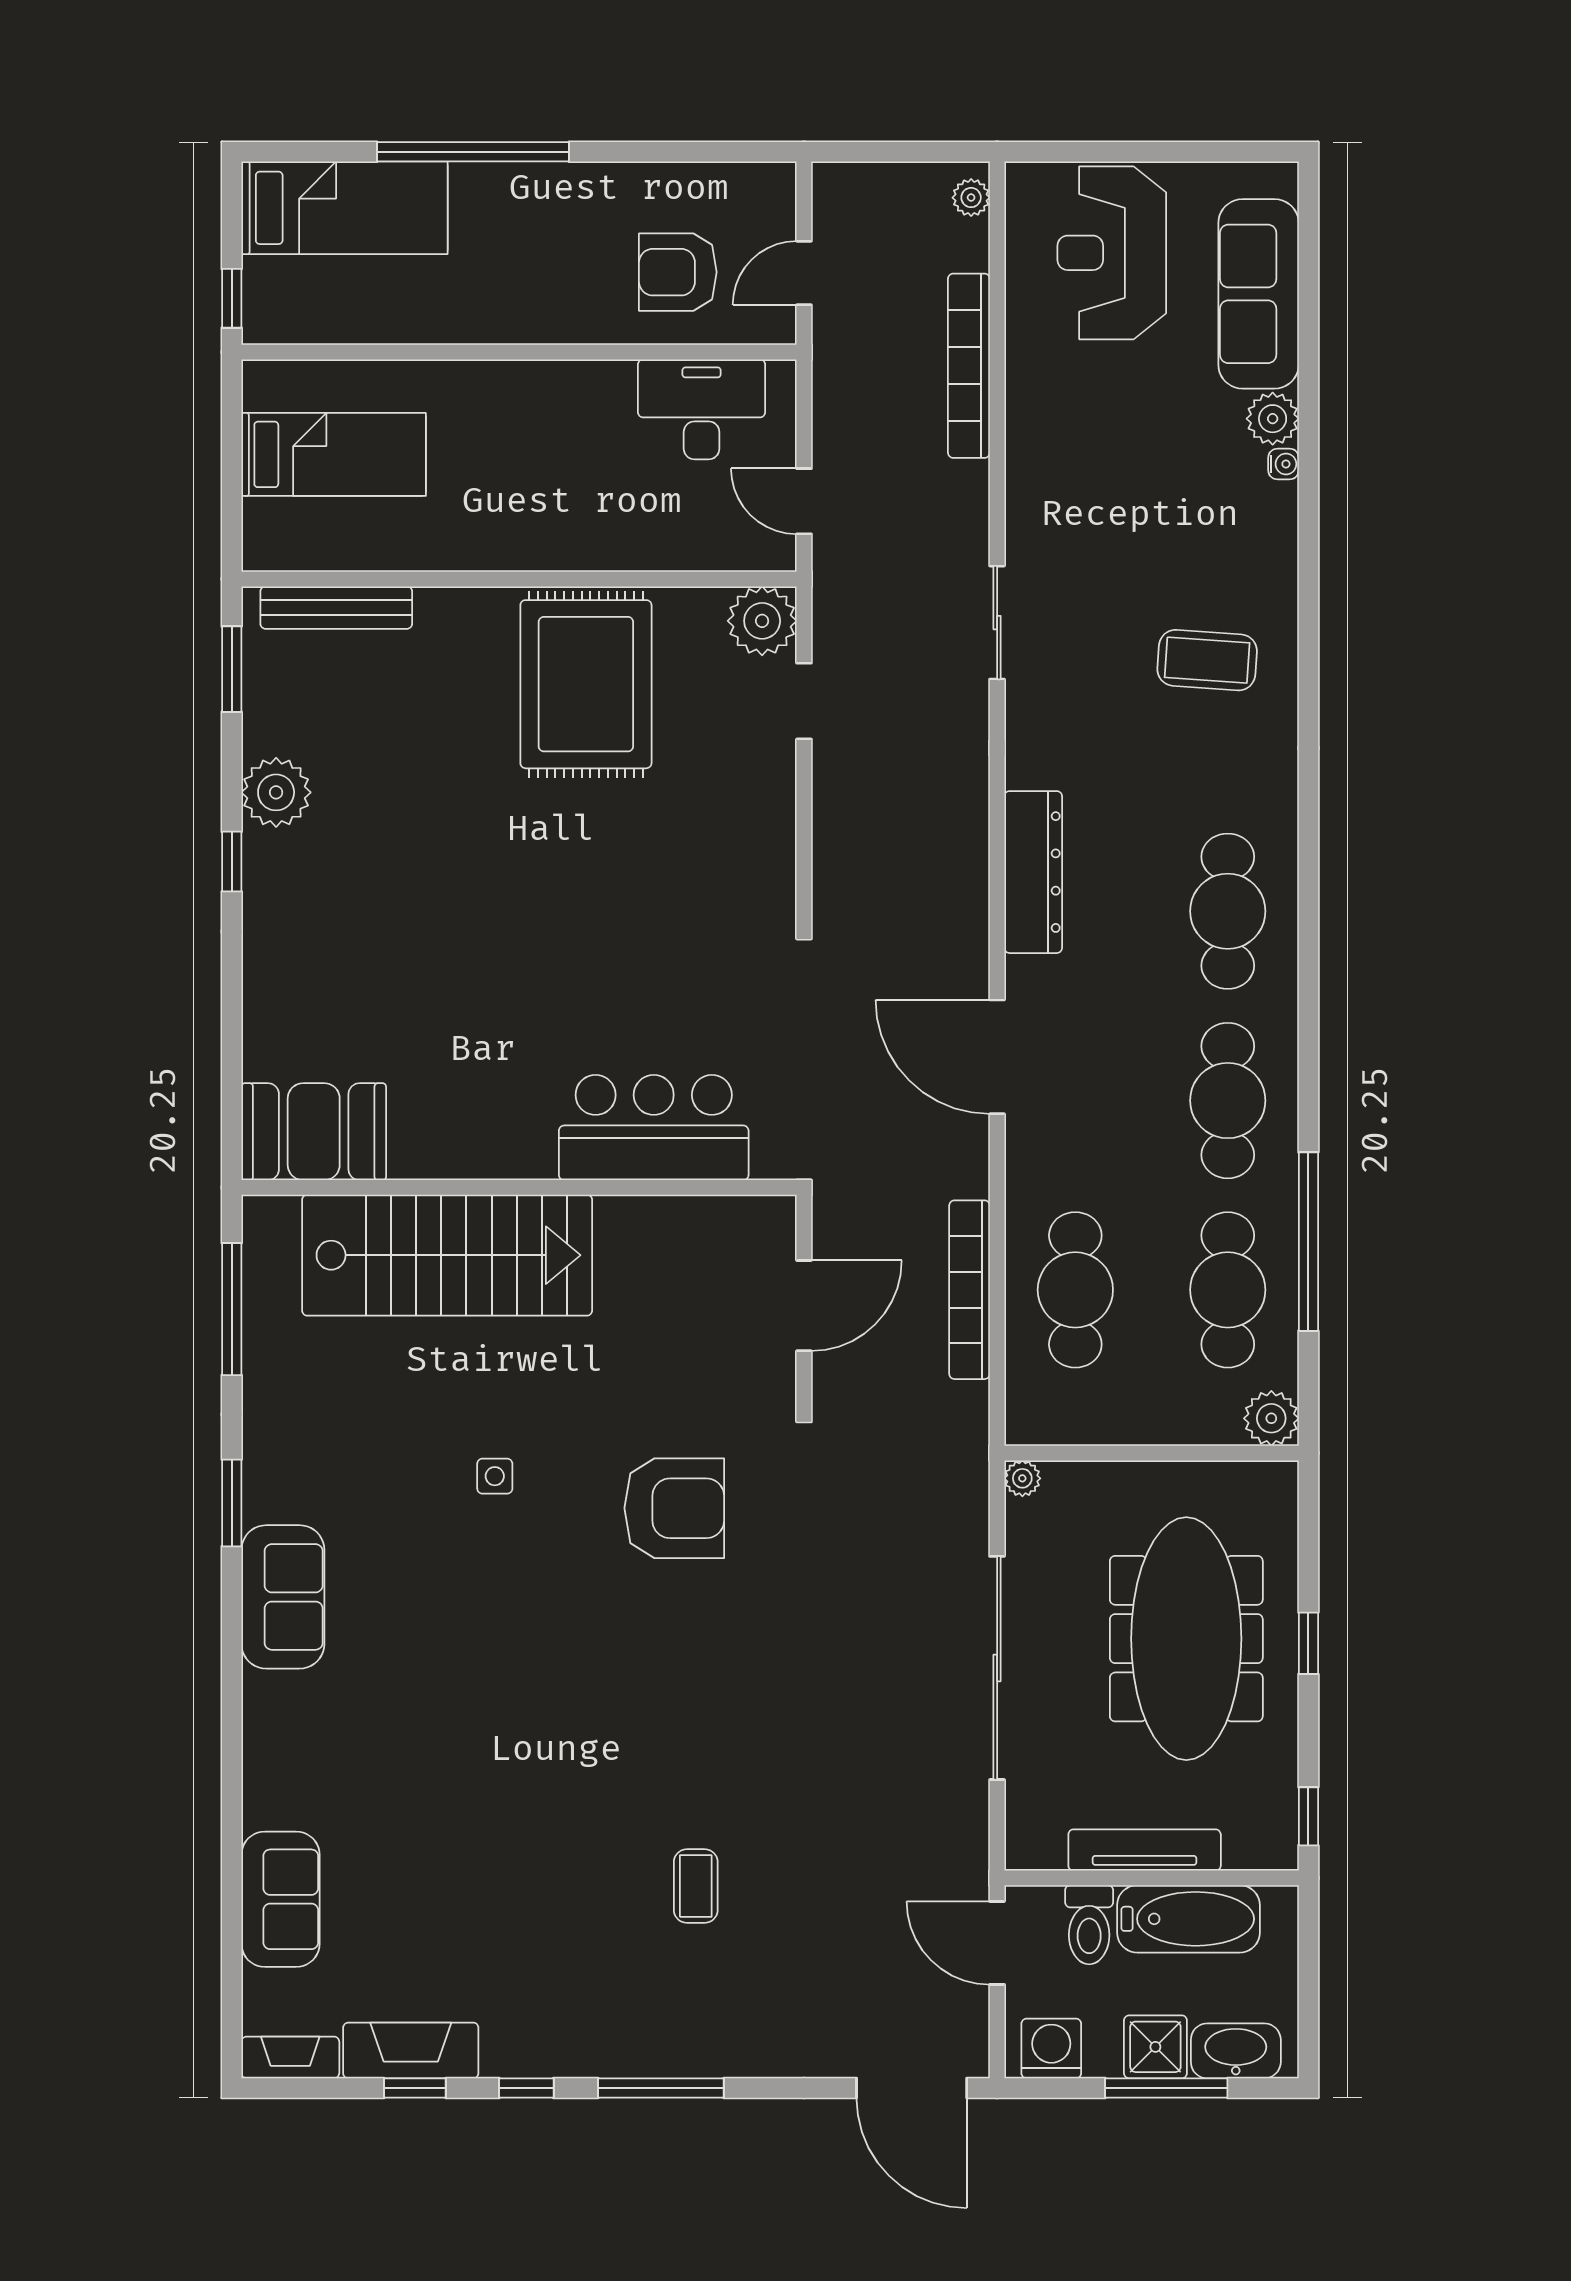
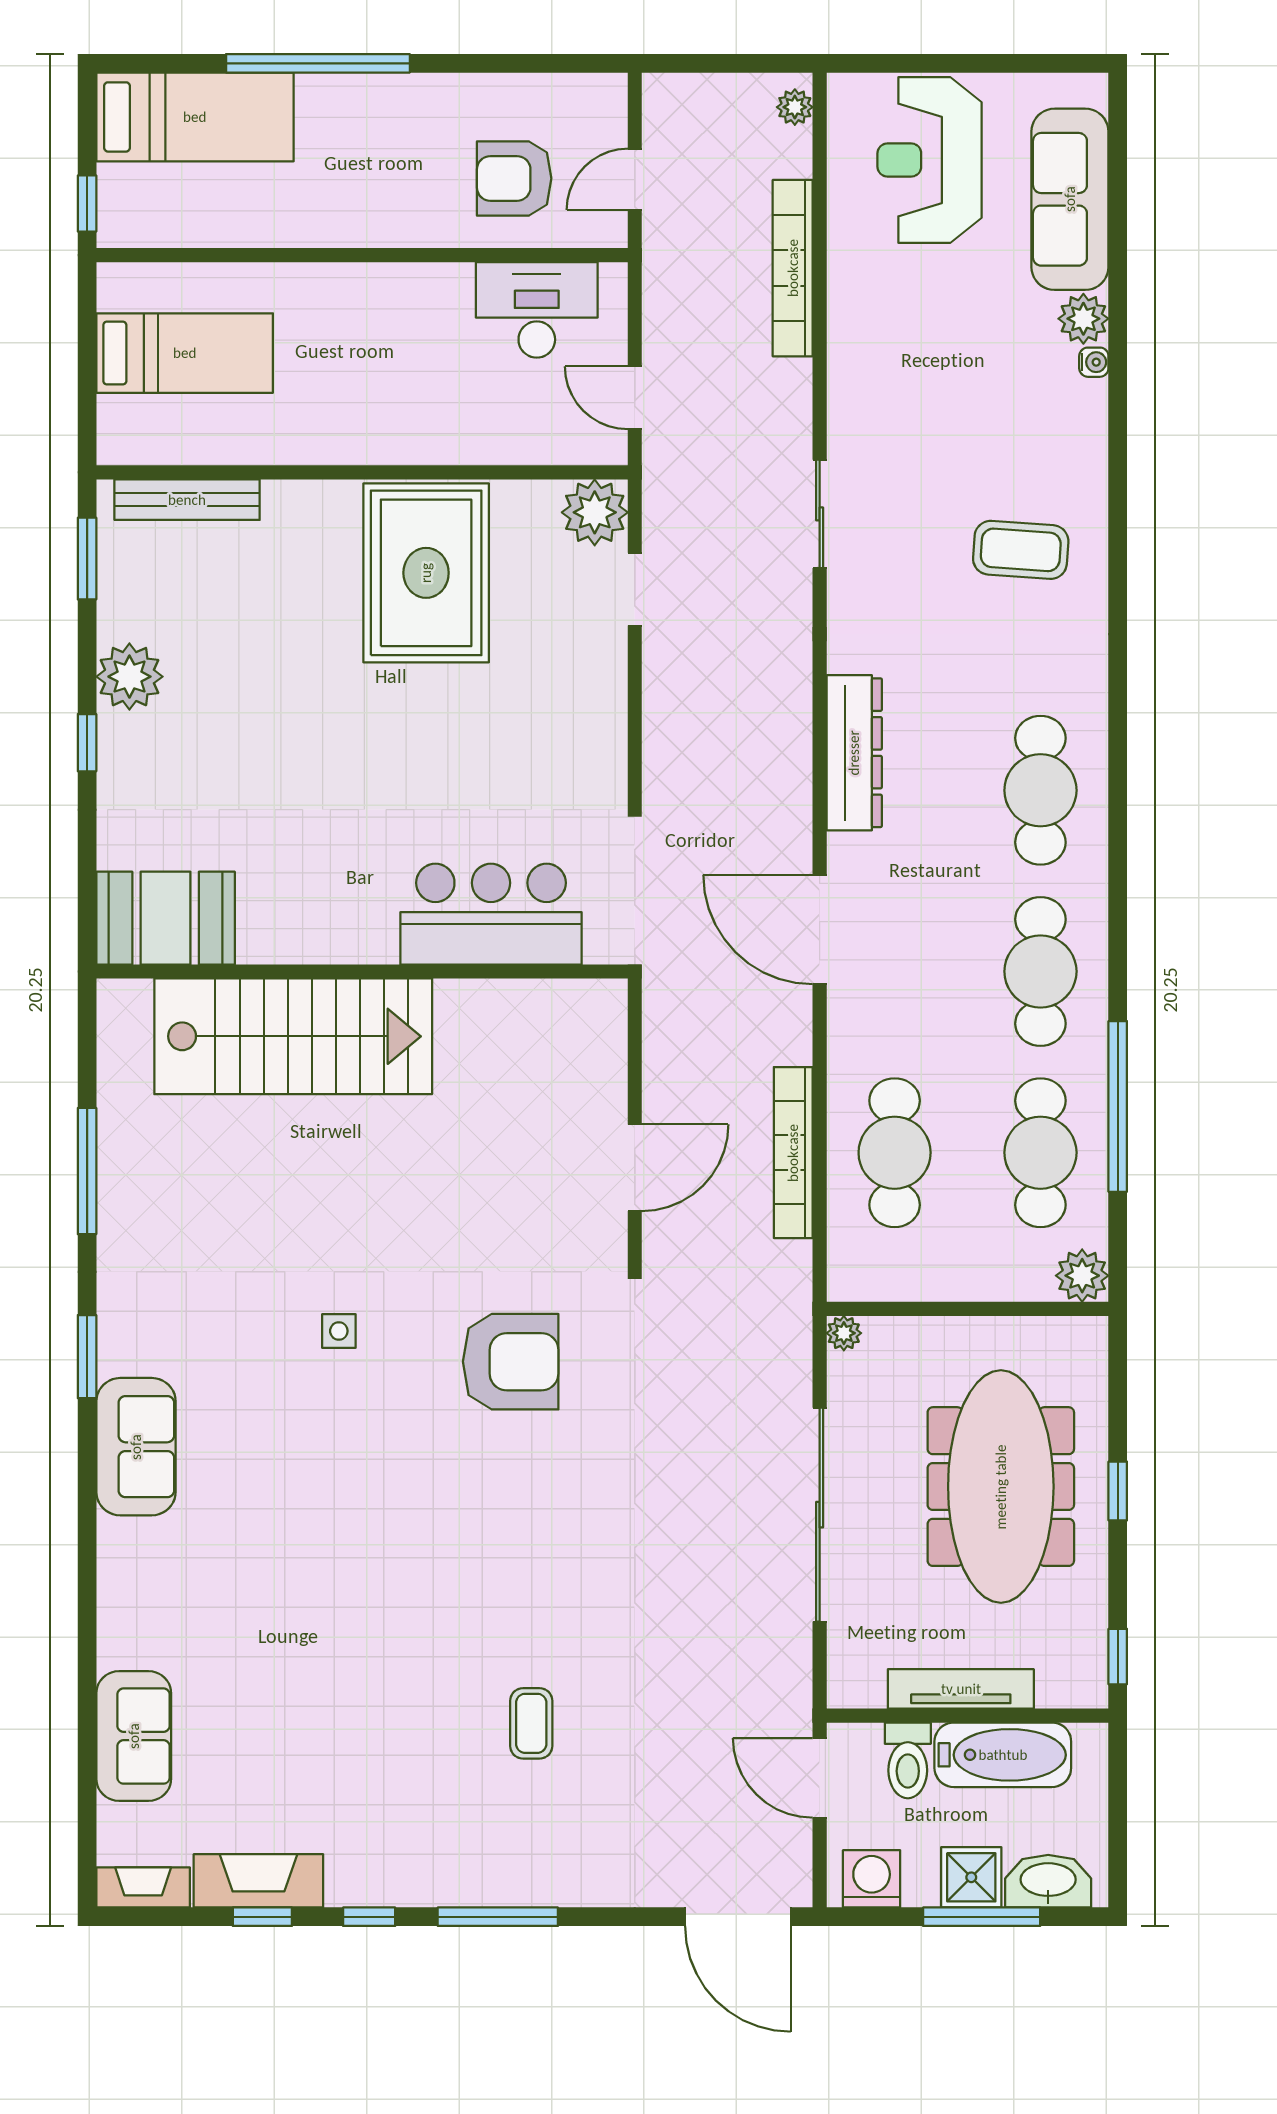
bar counter: (654, 1128) -> (491, 914), moved
booth: (314, 1132) -> (166, 918), moved
wall: (519, 1187) -> (362, 971), moved
stairs: (447, 1255) -> (293, 1036), moved

